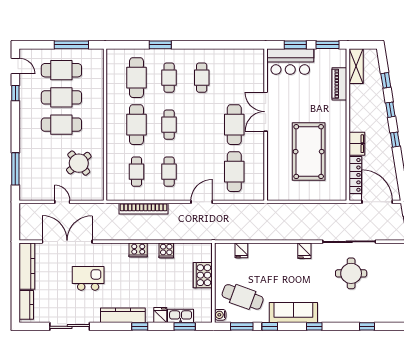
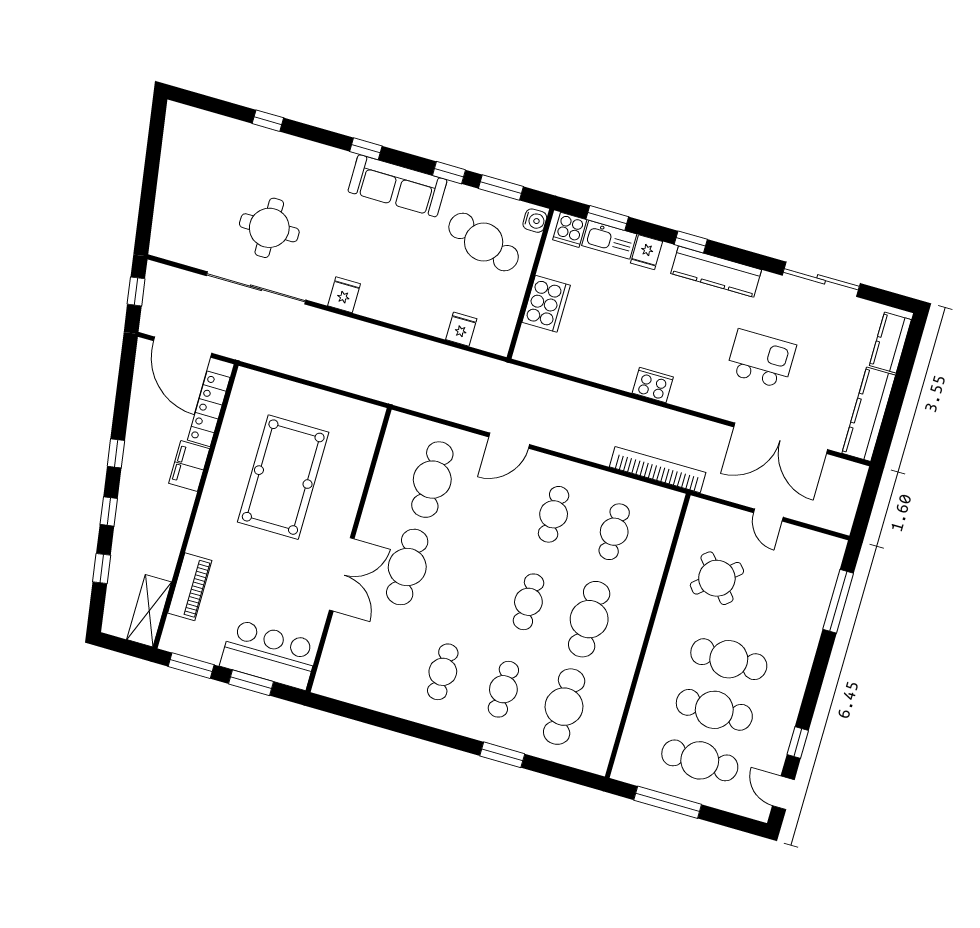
bookcase: (144, 209) -> (658, 470), moved
cooker: (166, 250) -> (570, 230), moved, turned 180
kitchen island: (88, 278) -> (761, 359), turned 180

